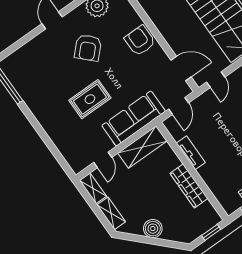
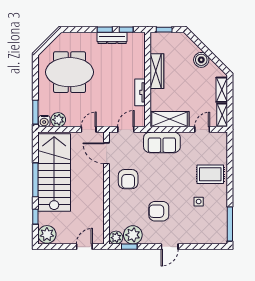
armchair: (140, 41) -> (128, 179), moved
armchair: (88, 48) -> (159, 211), turned -135
side table: (55, 86) -> (199, 202), added
rug: (90, 99) -> (210, 174), moved
sofa: (134, 118) -> (162, 142), width x0.73

